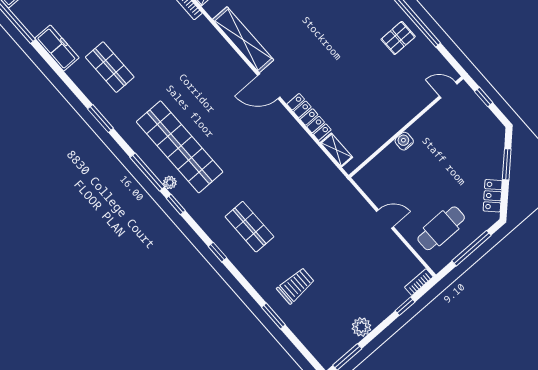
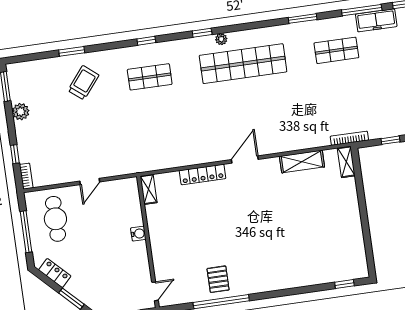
shelving: (243, 40) -> (302, 162), width x0.68
shelving: (336, 150) -> (149, 189), moved, turned 90
window: (147, 172) -> (362, 10), moved
trolley: (296, 286) -> (83, 83), turned -141

